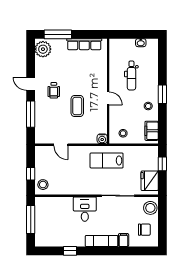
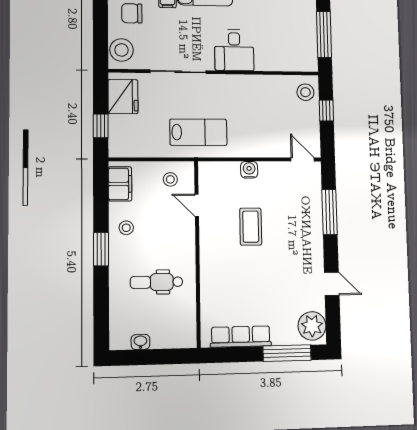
dental chair: (131, 75) -> (157, 282), turned -90
door: (31, 84) -> (332, 284), moved
wheelchair: (54, 90) -> (292, 254), removed
door: (108, 98) -> (197, 205), moved
water cooler: (102, 139) -> (249, 170), moved
door: (61, 145) -> (303, 159), moved

